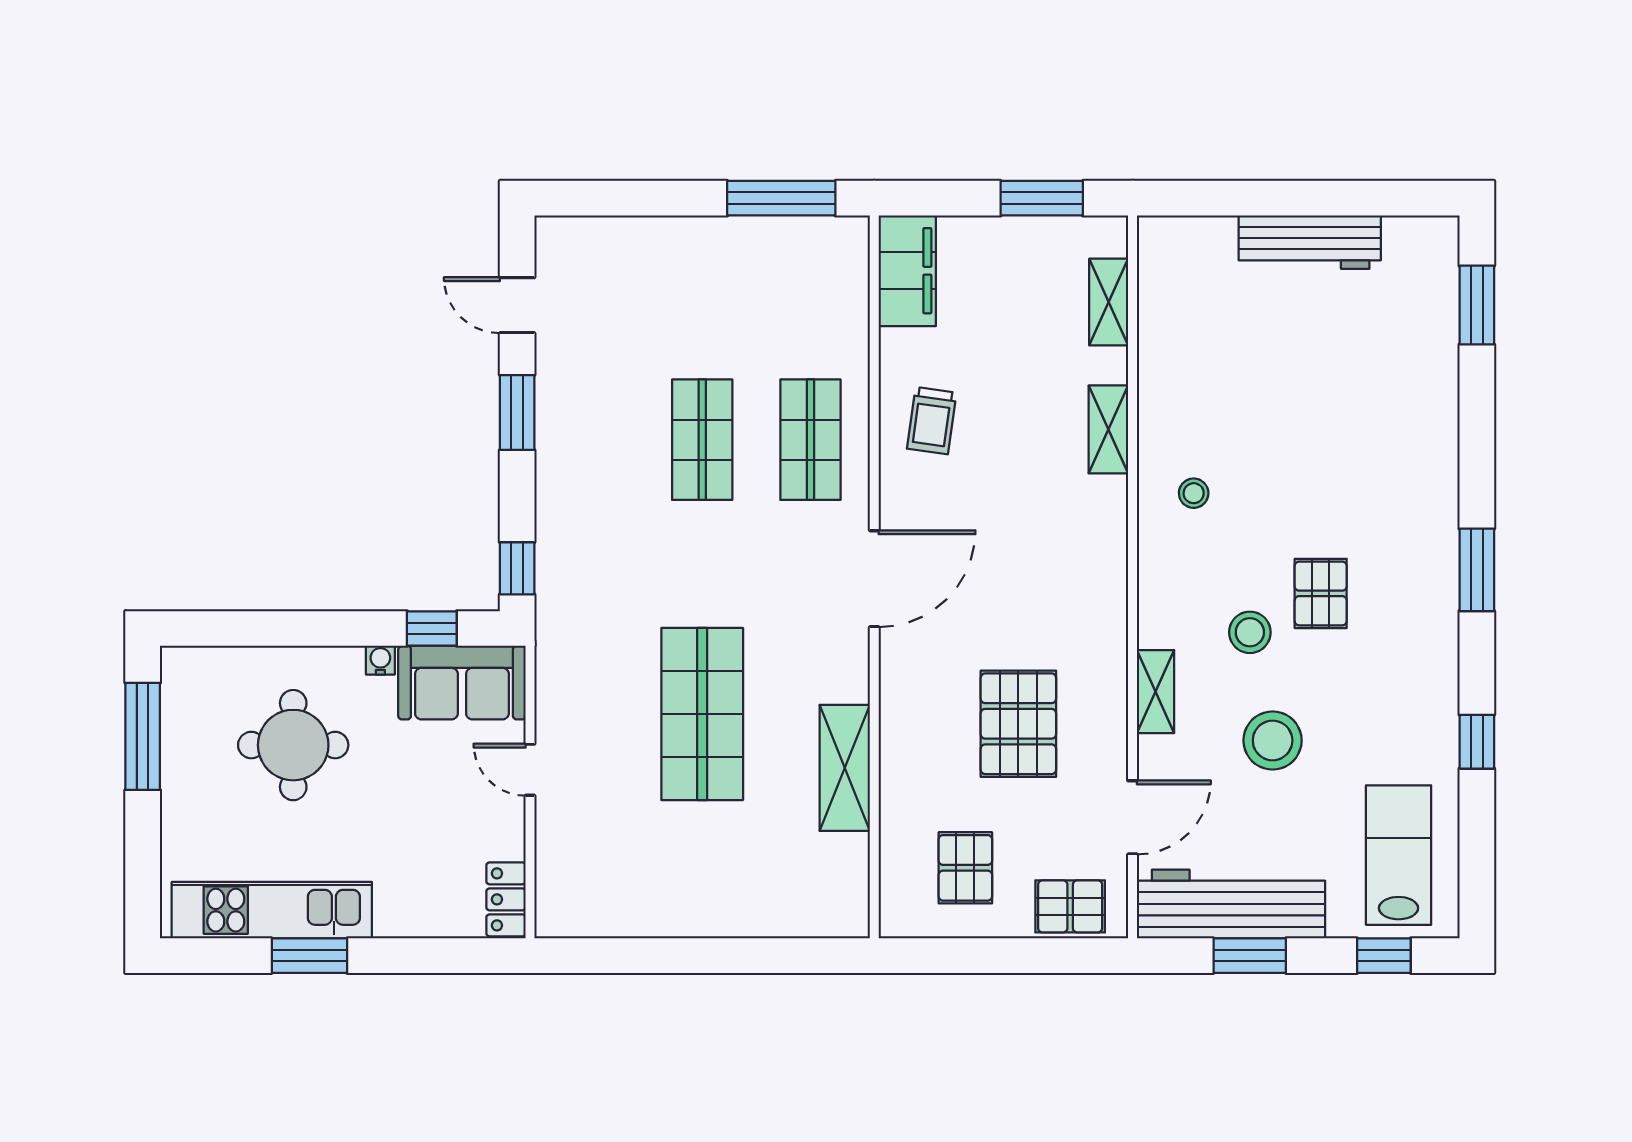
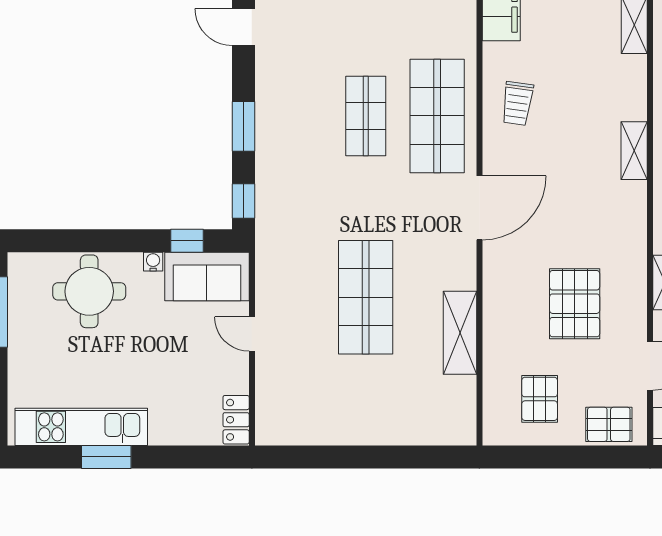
window: (517, 413) -> (243, 126), moved
shelving: (1108, 429) -> (634, 151), moved
shop shelf: (810, 440) -> (437, 116), width x1.43, depth x1.36
round table: (293, 745) -> (89, 291), moved

